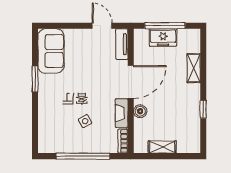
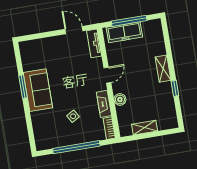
freezer: (163, 37) -> (124, 32), width x1.40
sofa: (51, 51) -> (38, 90), moved
shelving: (194, 68) -> (163, 69), moved
door: (131, 82) -> (107, 75), width x0.53

